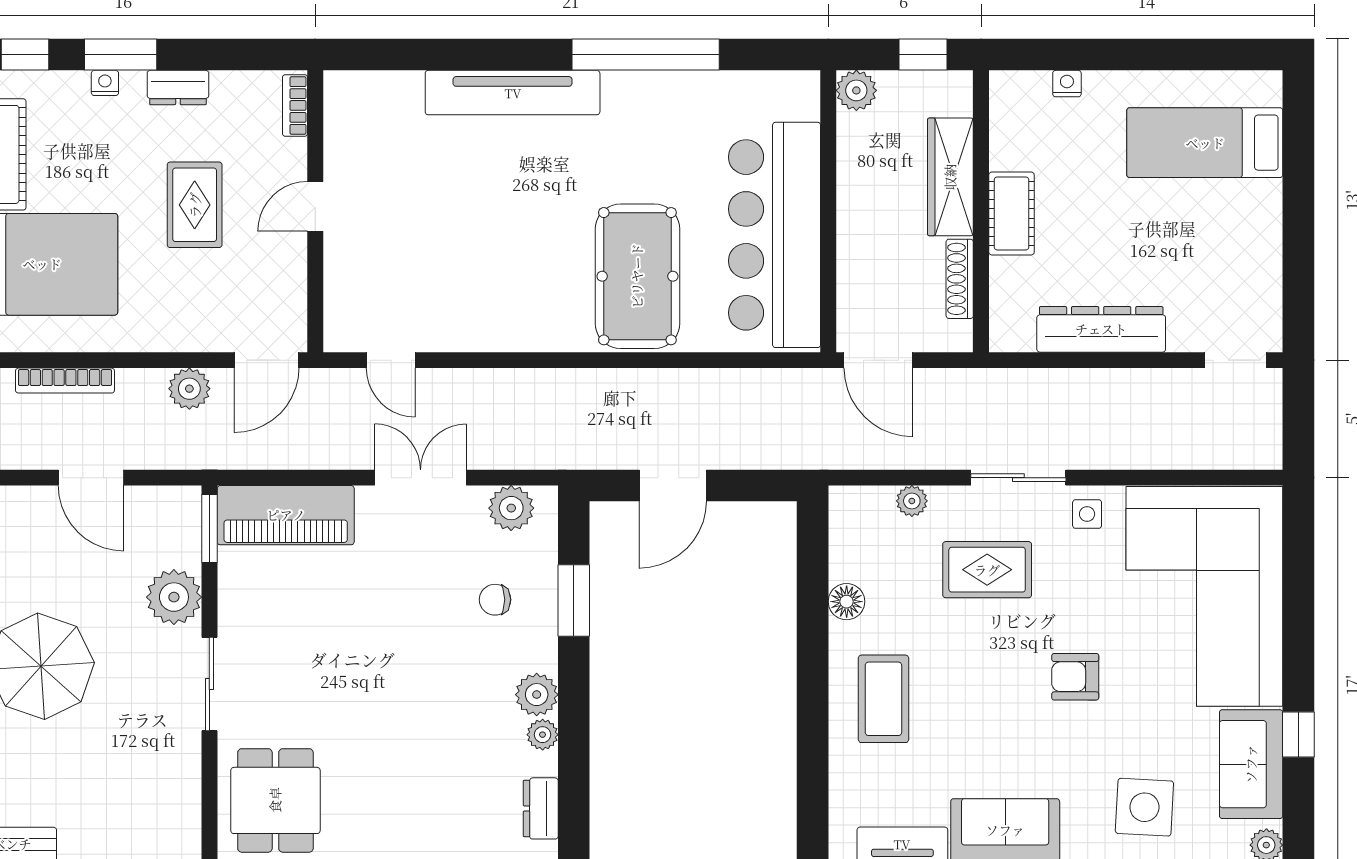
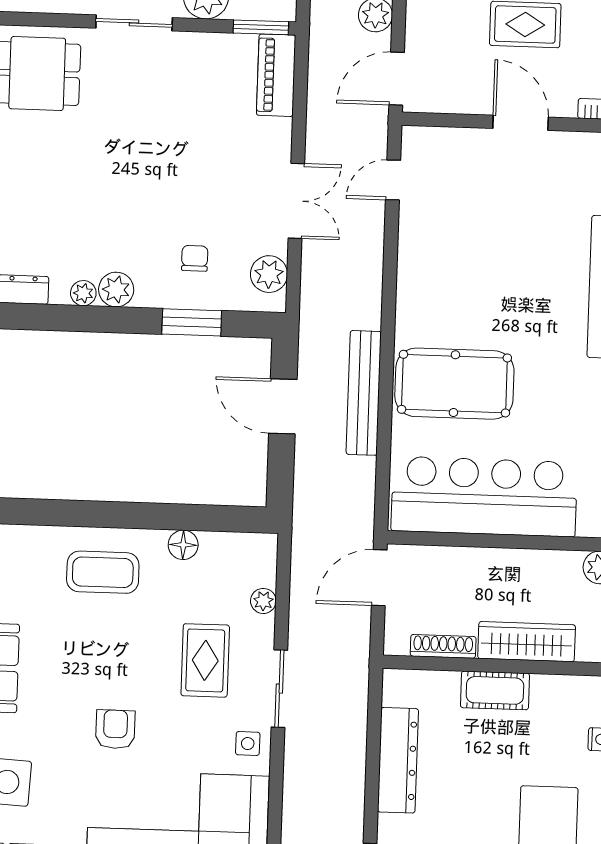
door: (315, 206) -> (521, 123), width x1.38
door: (266, 360) -> (397, 79), hinge flipped
bench: (653, 387) -> (364, 393), added
piano: (286, 515) -> (276, 75), width x0.73, depth x0.75

